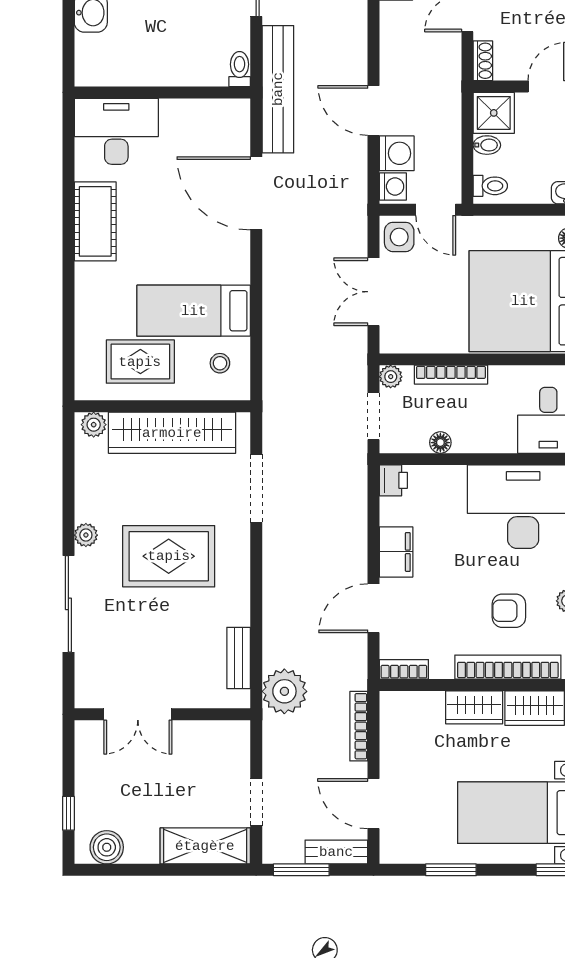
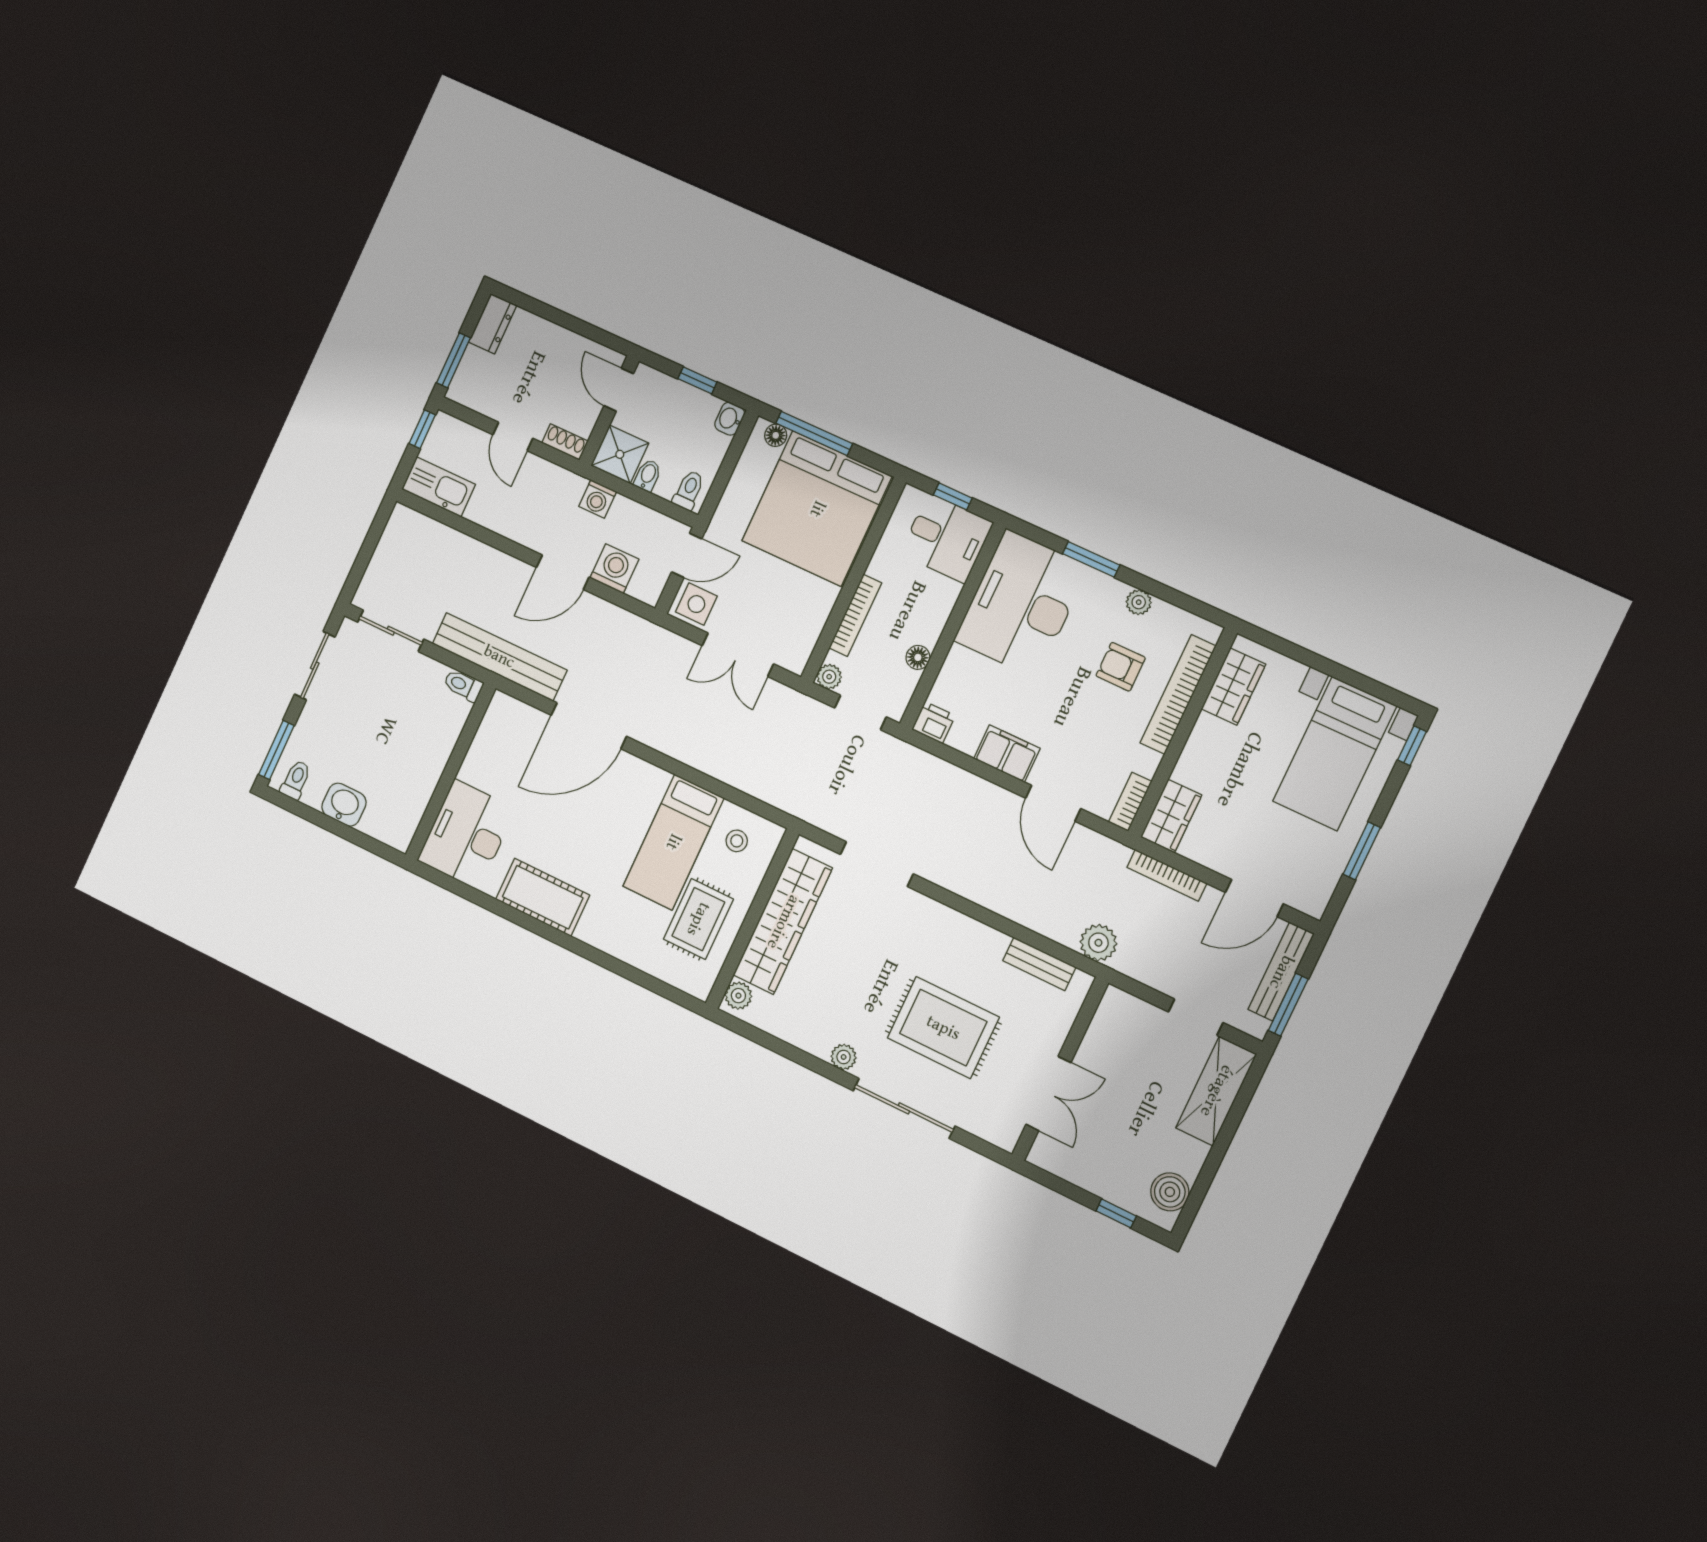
washing machine: (393, 187) -> (598, 499), moved, turned 180
rug: (169, 556) -> (943, 1028), moved, turned 90
armchair: (509, 611) -> (1121, 667), turned 90
plant: (284, 691) -> (1098, 943), width x0.73, depth x0.73
wardrobe: (474, 707) -> (1171, 816), moved
bench: (336, 852) -> (1281, 972), width x1.36

